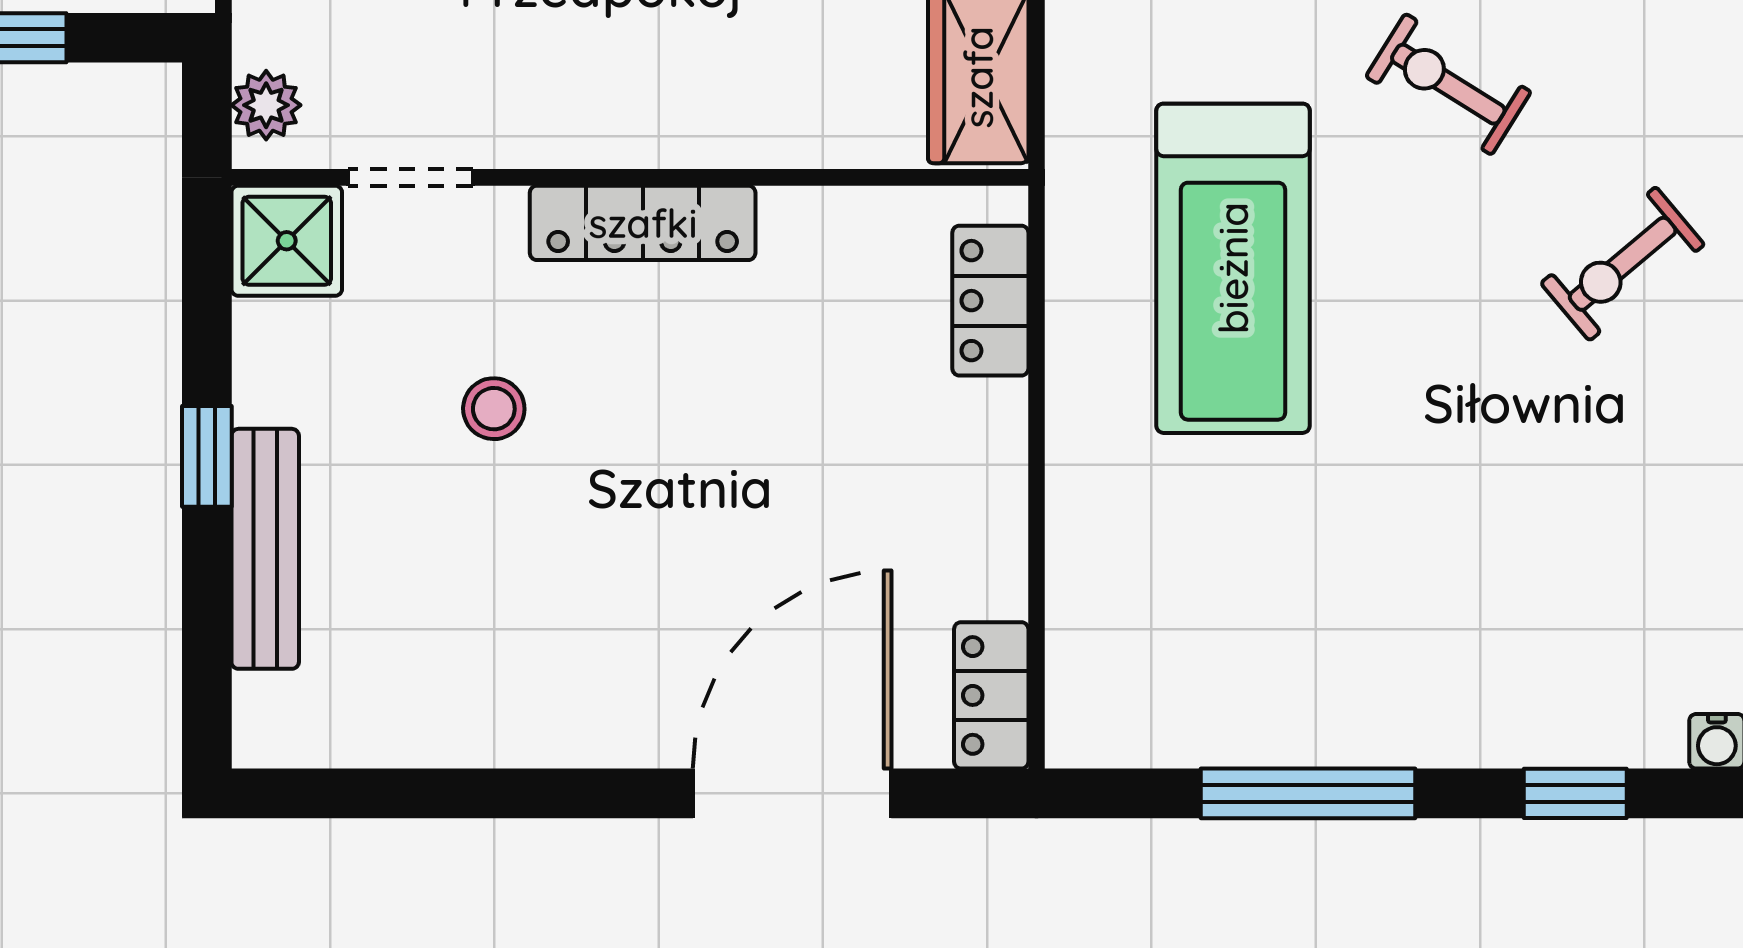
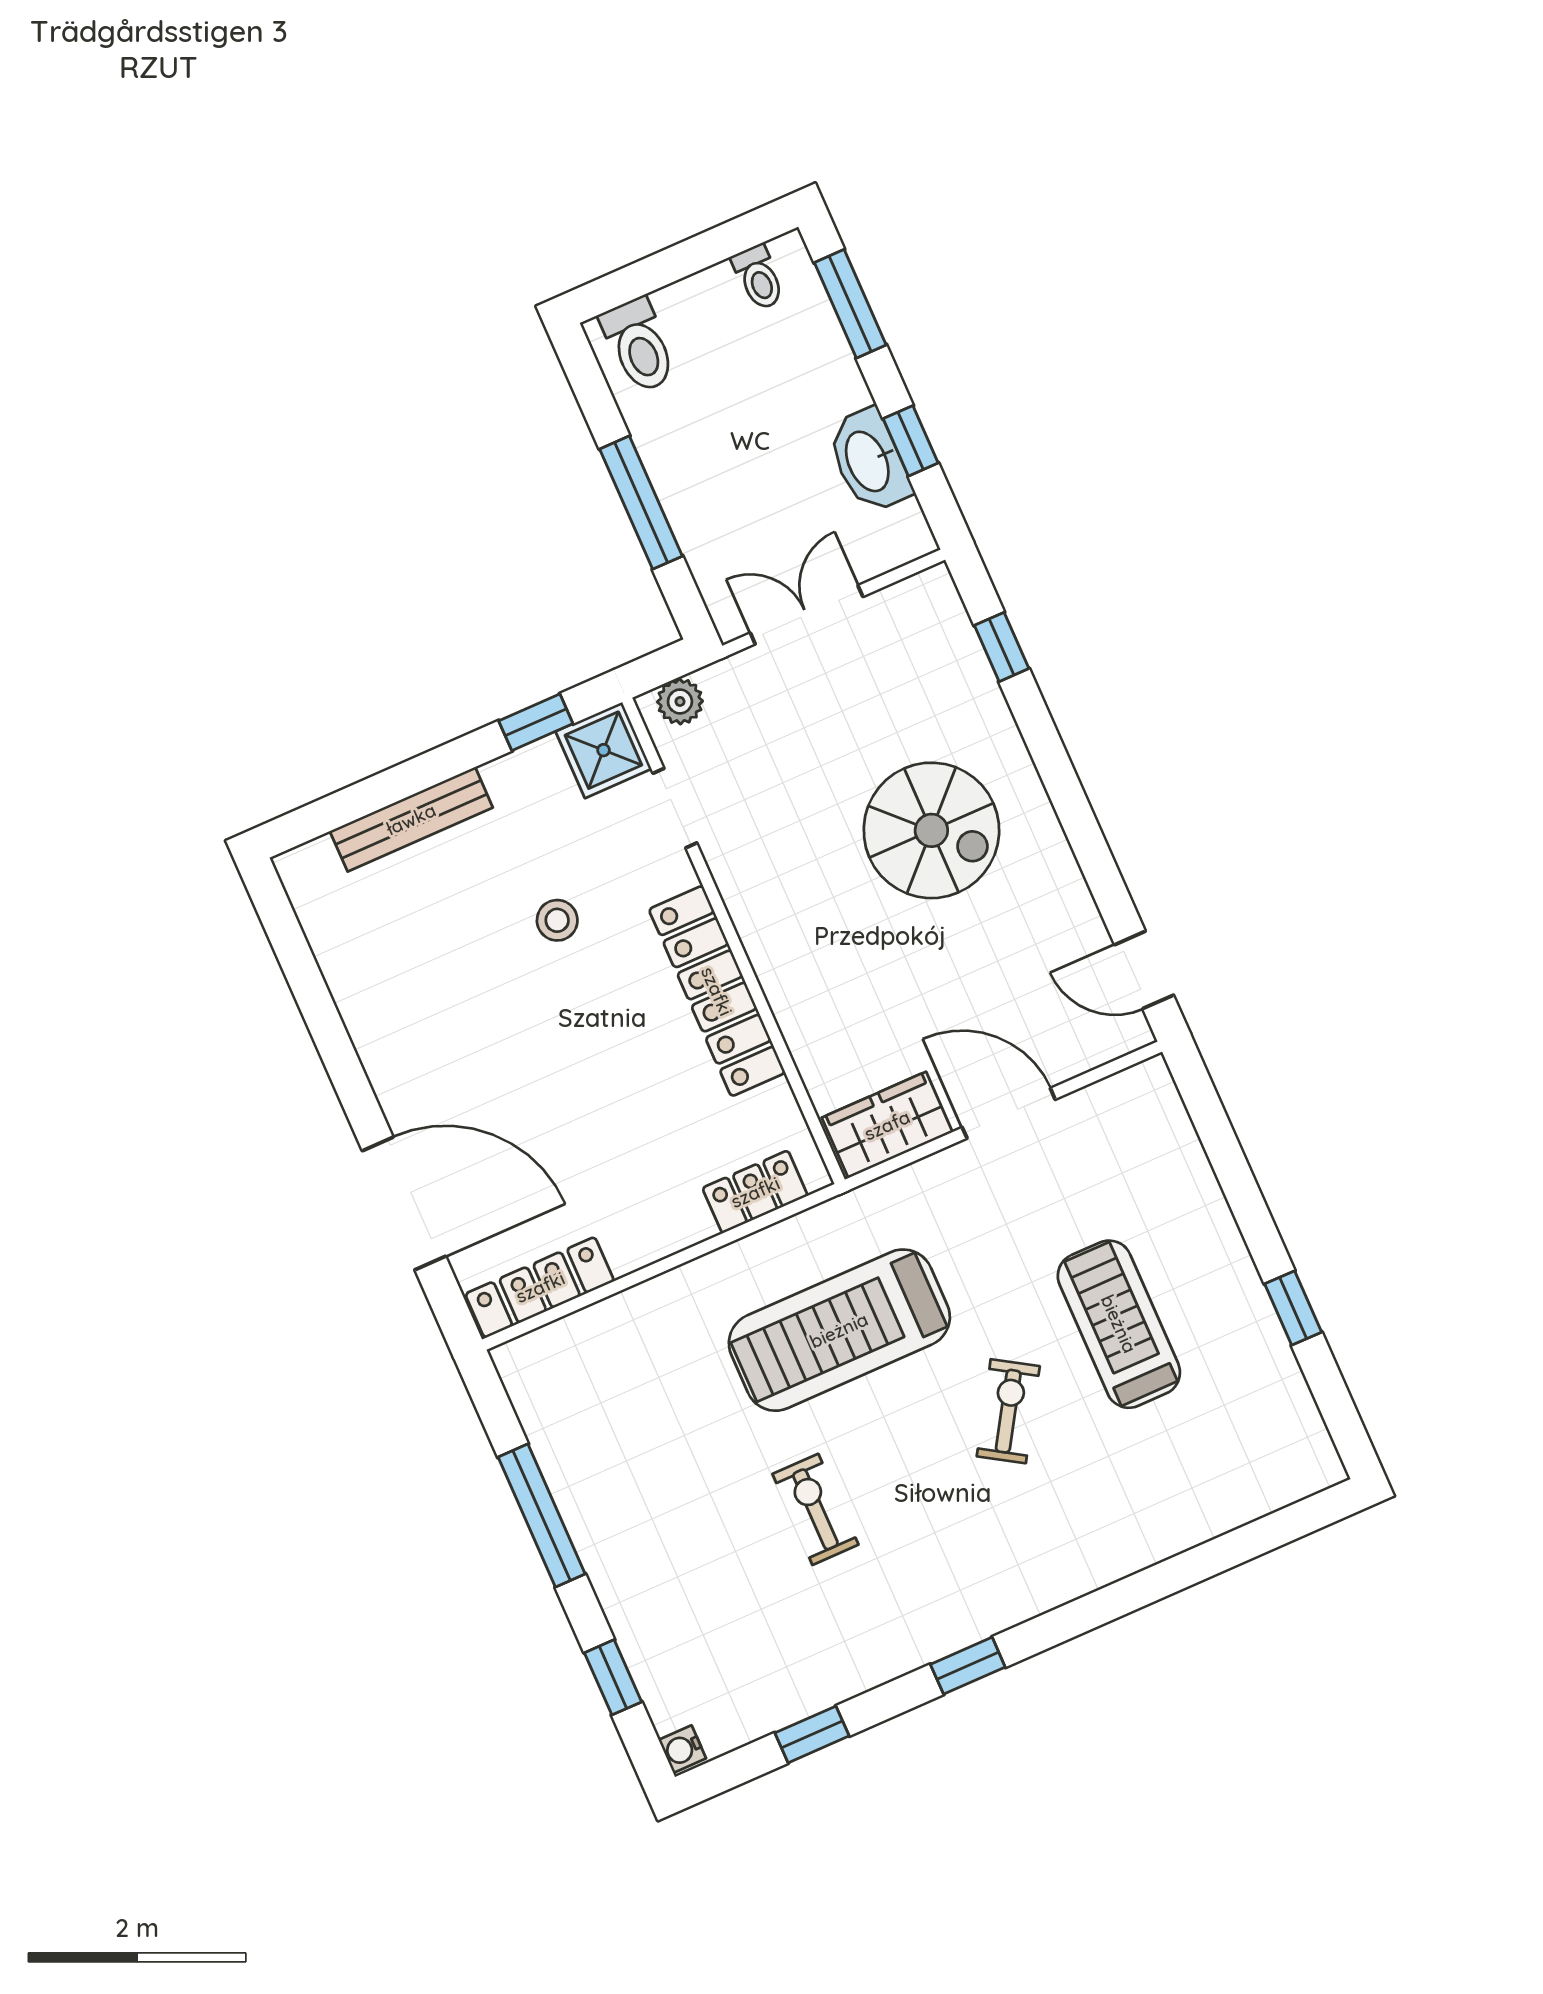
locker: (643, 223) -> (717, 991), width x1.41, depth x1.21
exercise bike: (1623, 264) -> (815, 1509), moved, turned 40
window: (207, 456) -> (536, 722), moved
locker: (991, 695) -> (540, 1287), width x1.53

